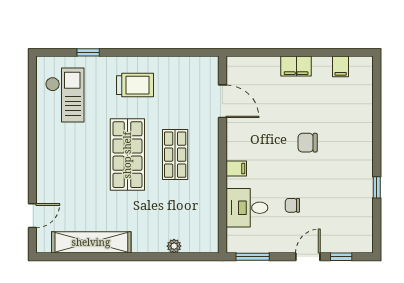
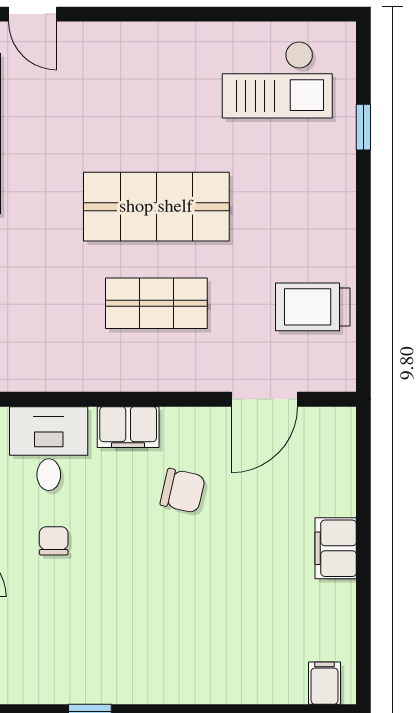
filing cabinet: (341, 66) -> (325, 683), moved, turned 90
trolley: (135, 85) -> (313, 307), moved, turned 90
chair: (308, 143) -> (183, 491), moved, turned 103
filing cabinet: (236, 169) -> (128, 427), width x2.00

